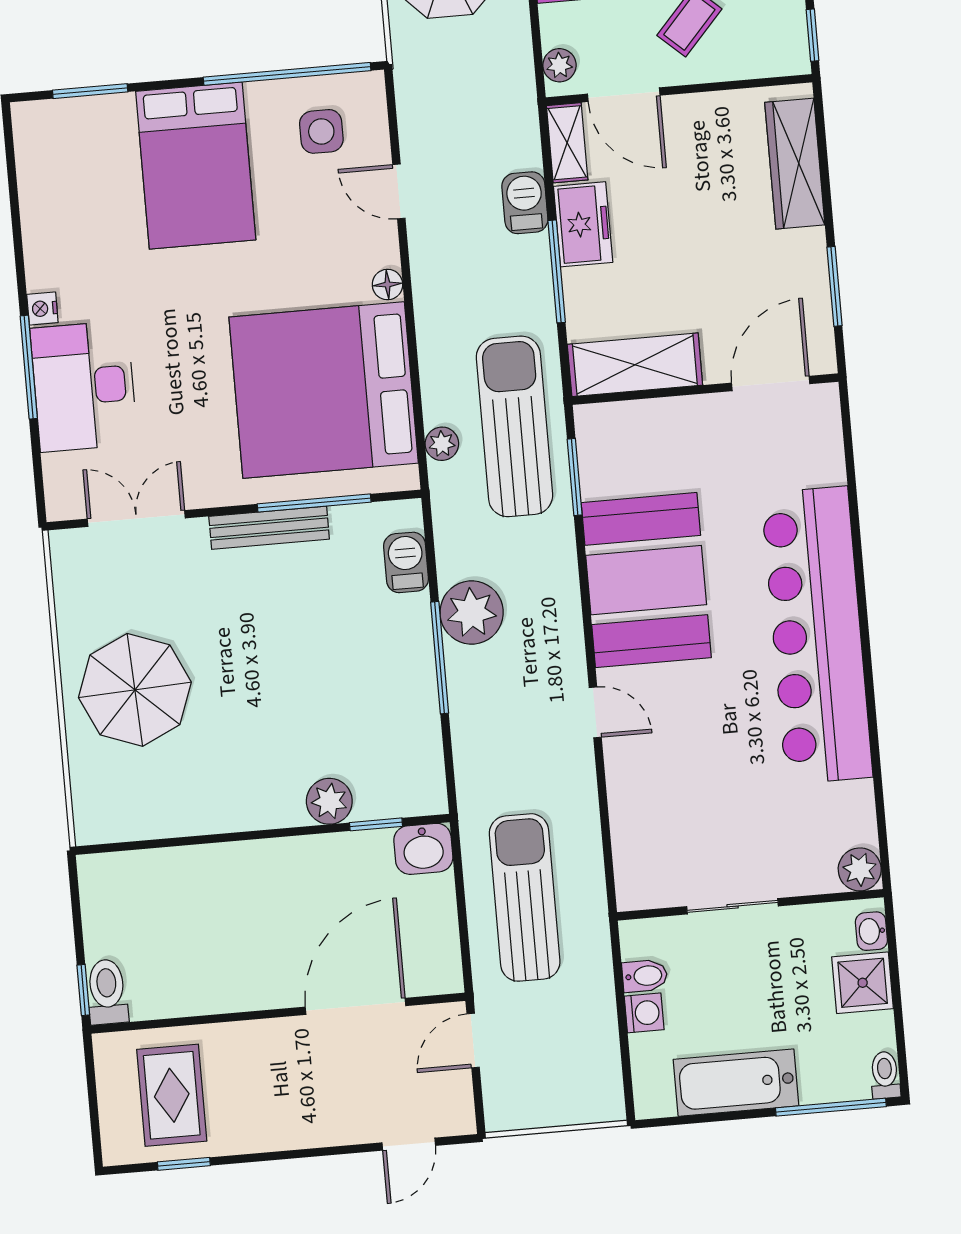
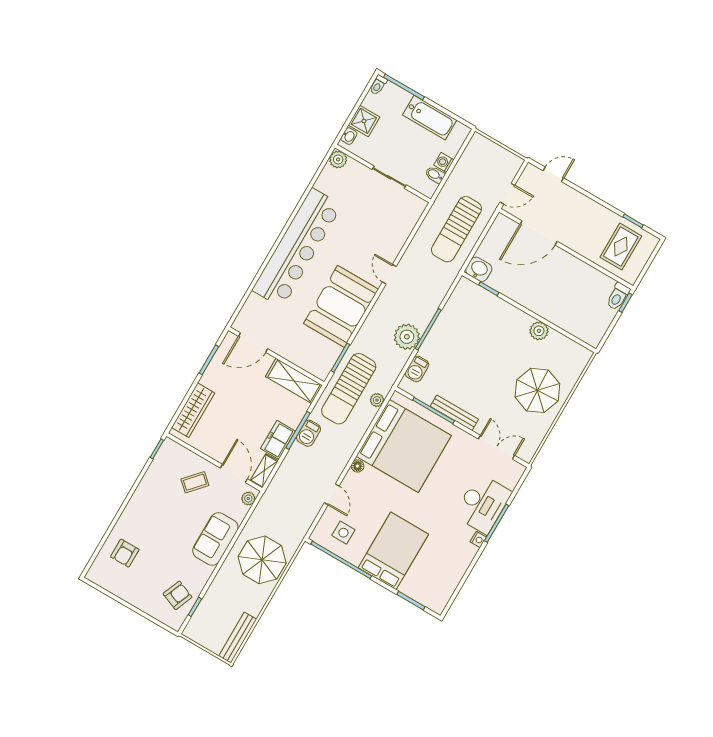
barbecue: (525, 203) -> (309, 433), moved
double door: (136, 519) -> (497, 447), swing flipped
plant: (329, 801) -> (539, 331), moved

